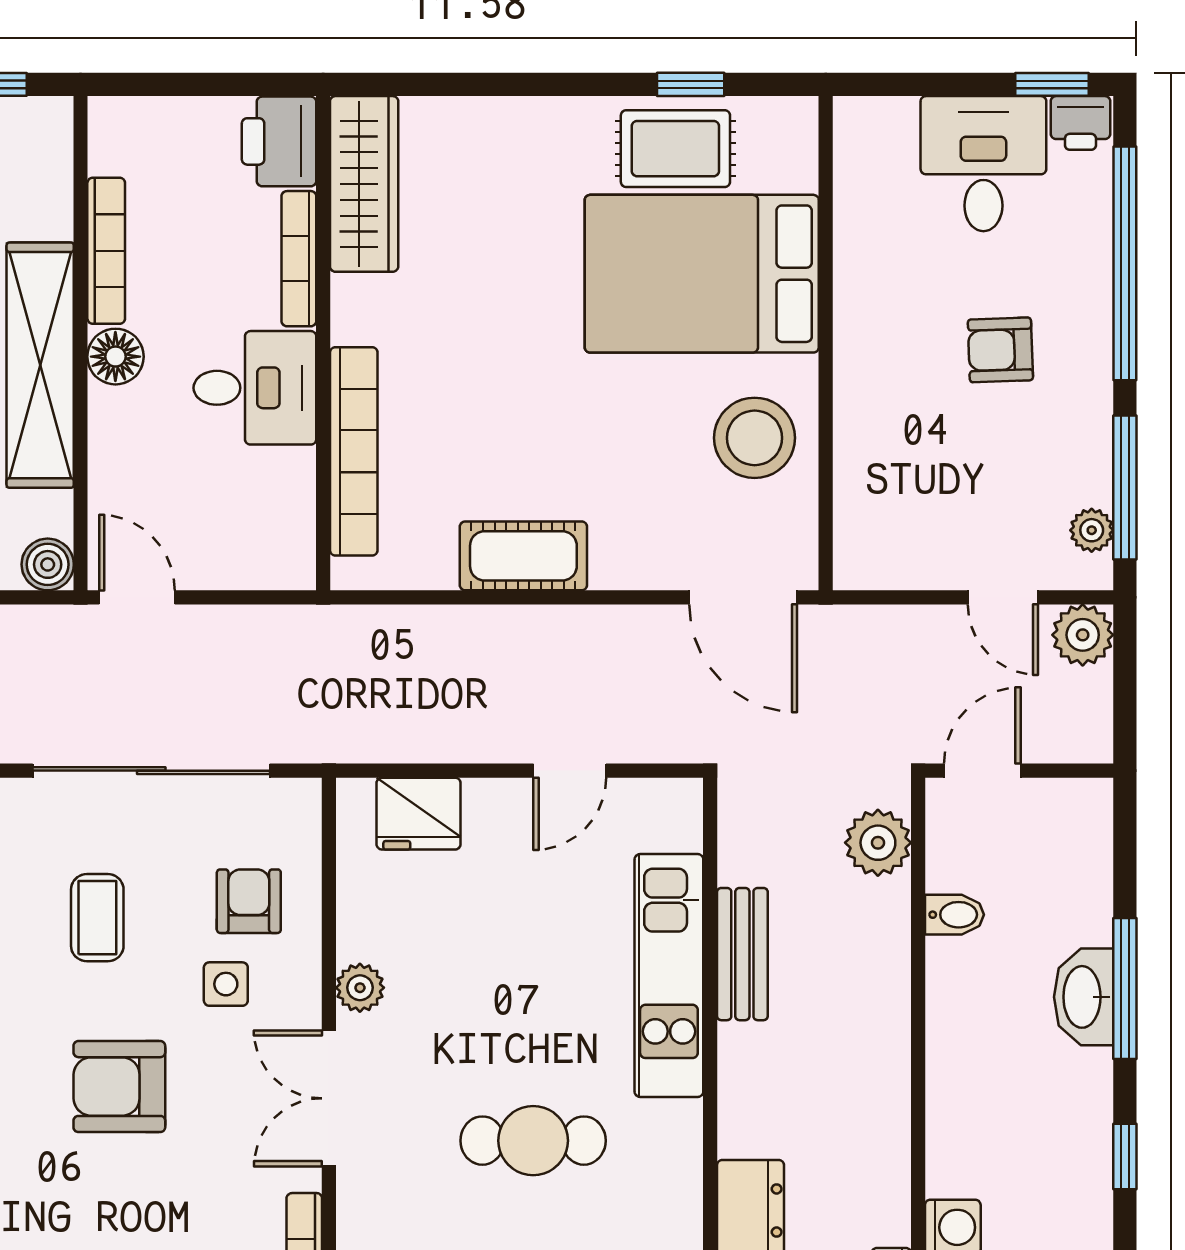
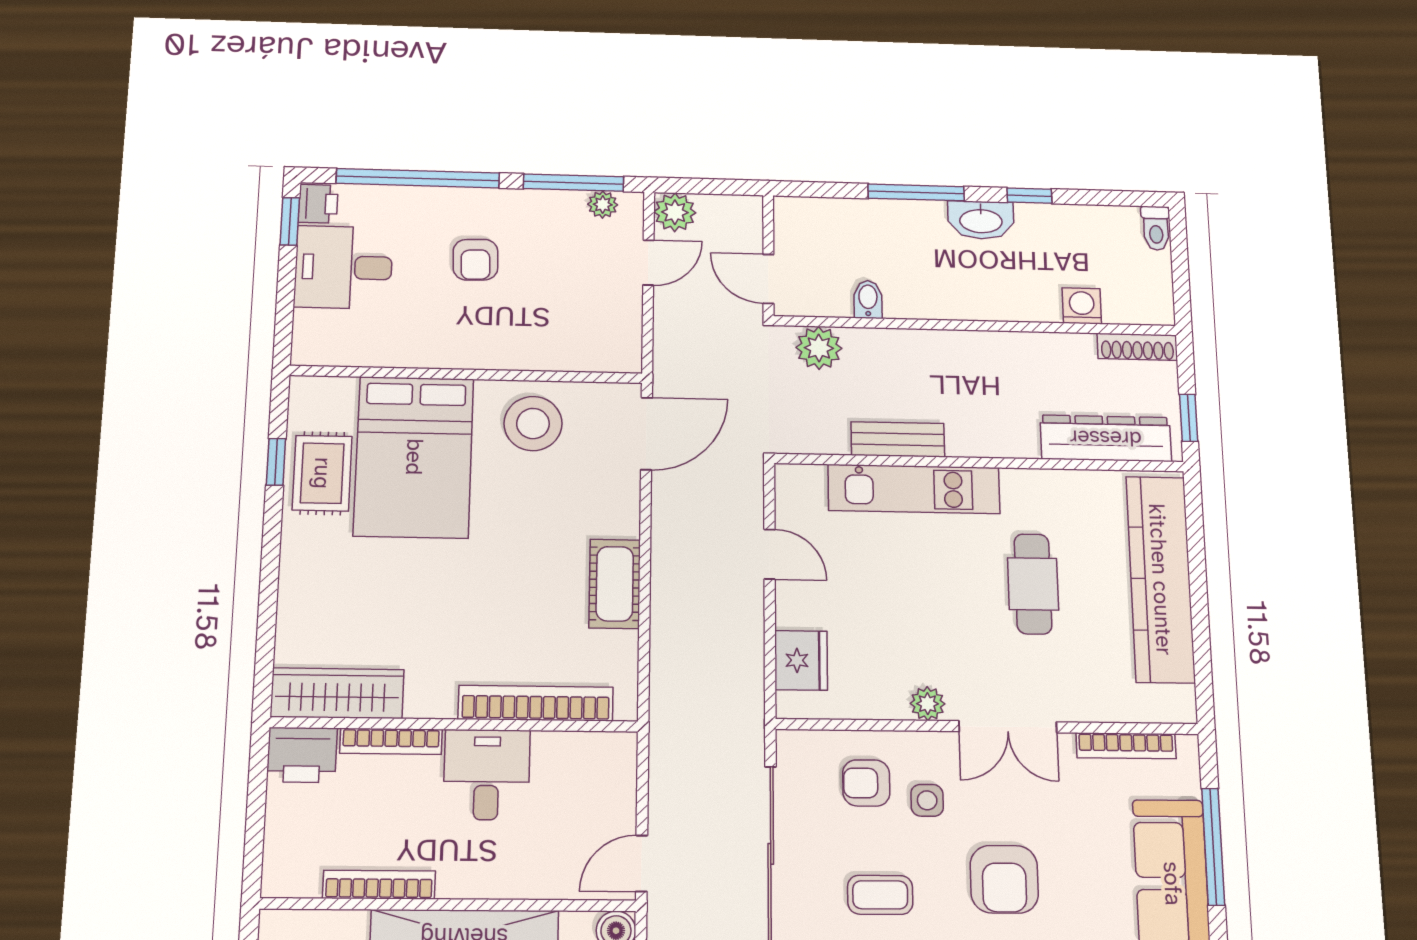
floor lamp: (115, 357) -> (460, 878), removed
washbasin: (1084, 997) -> (981, 220), moved

